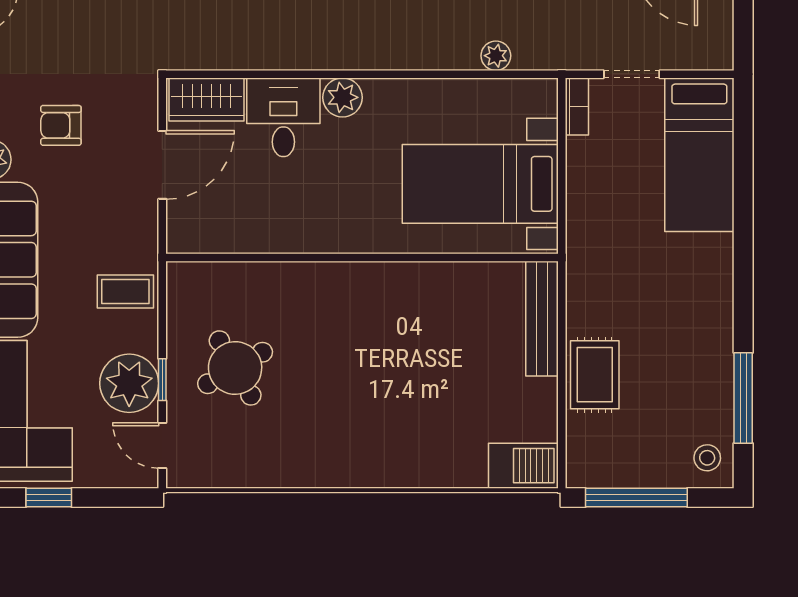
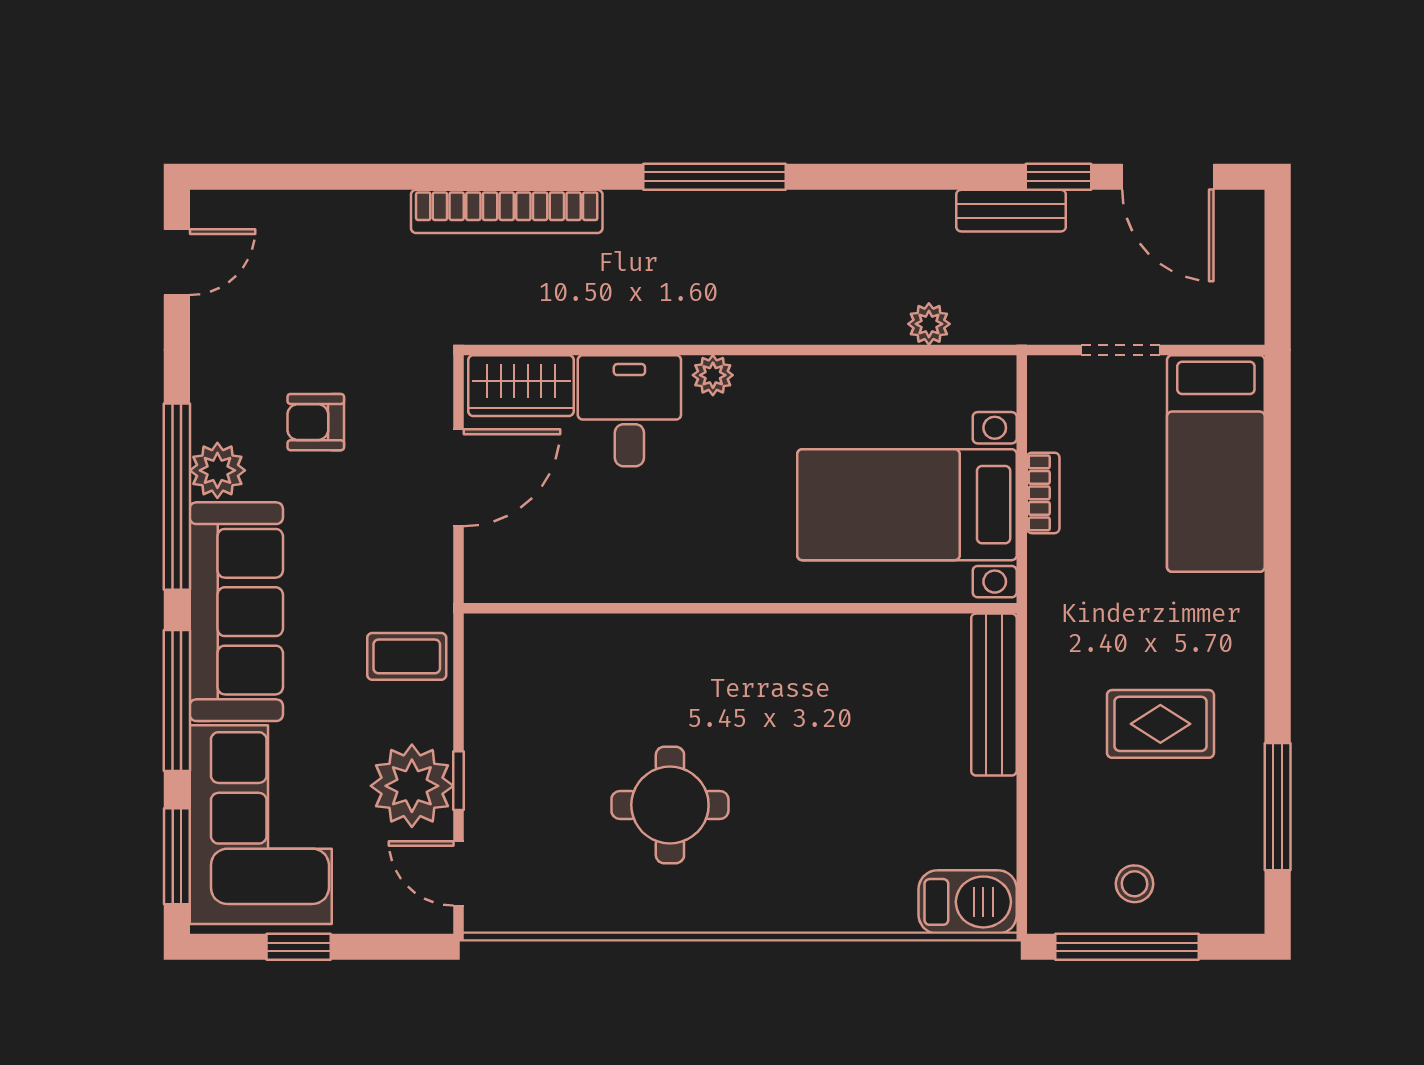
plant: (343, 97) -> (713, 375), width x0.73, depth x0.73
bookcase: (577, 106) -> (1043, 493), moved
round table: (235, 368) -> (670, 805), moved, turned 30
rug: (595, 375) -> (1160, 724), moved, turned 90
stool: (707, 458) -> (1135, 884), moved

